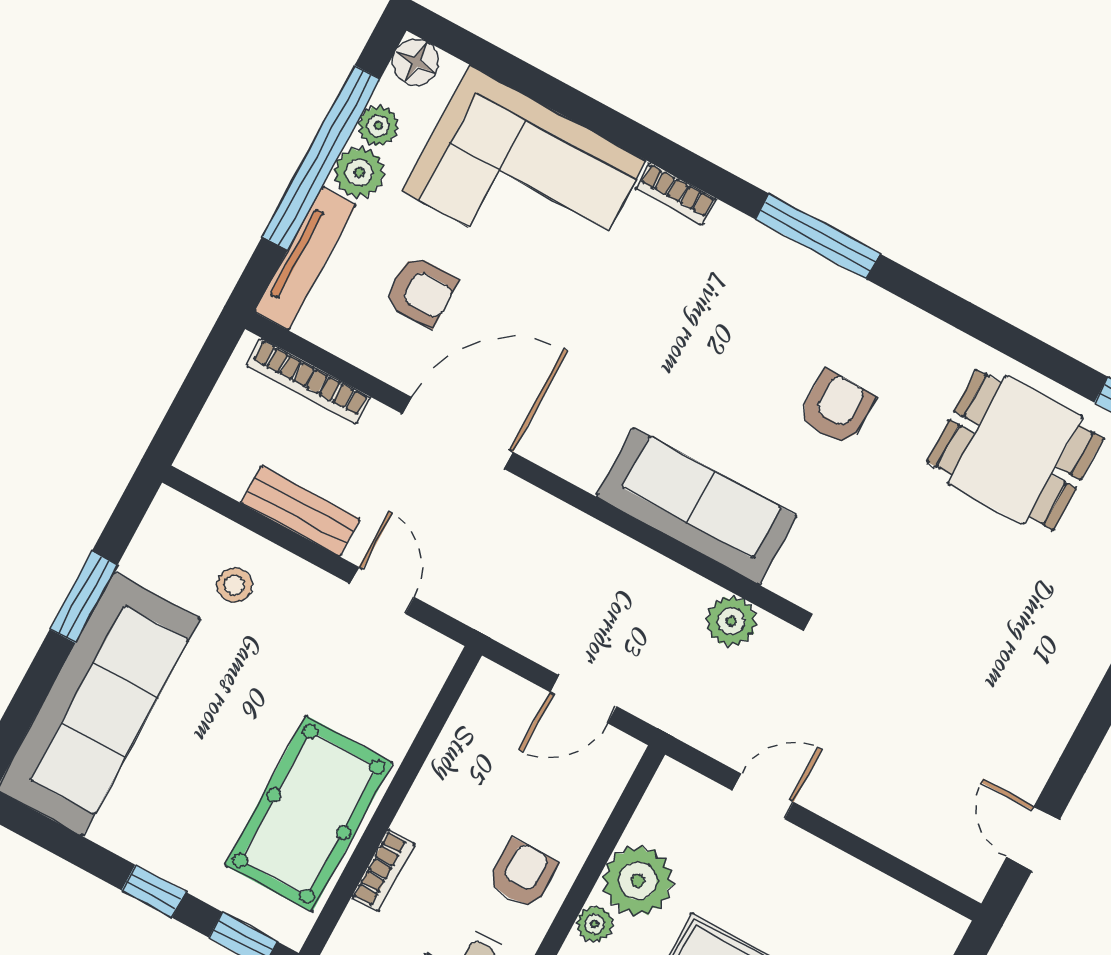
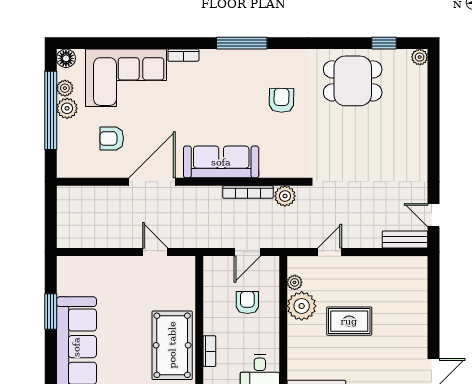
tv unit: (305, 258) -> (64, 149), removed
armchair: (421, 291) -> (112, 138), turned 180
bookcase: (308, 381) -> (248, 192), moved
sofa: (696, 506) -> (221, 162), moved
bench: (301, 511) -> (405, 239), moved
stool: (235, 585) -> (102, 278), removed
armchair: (522, 874) -> (247, 302), moved
plant: (595, 924) -> (295, 282), moved

